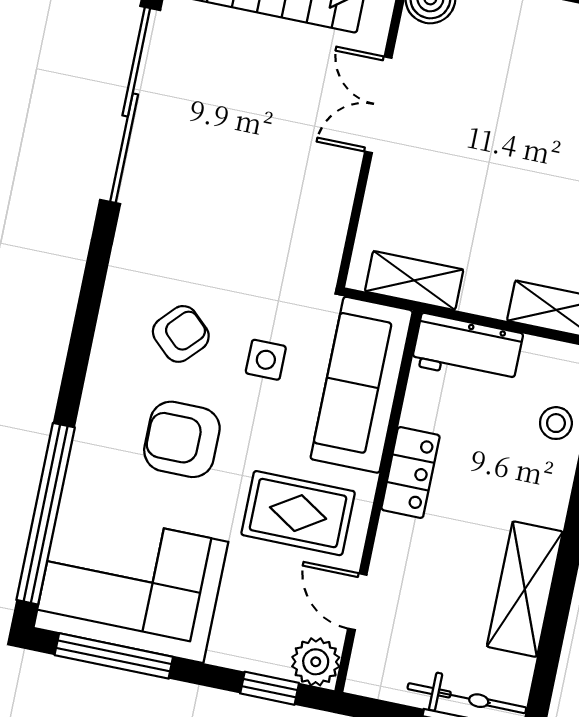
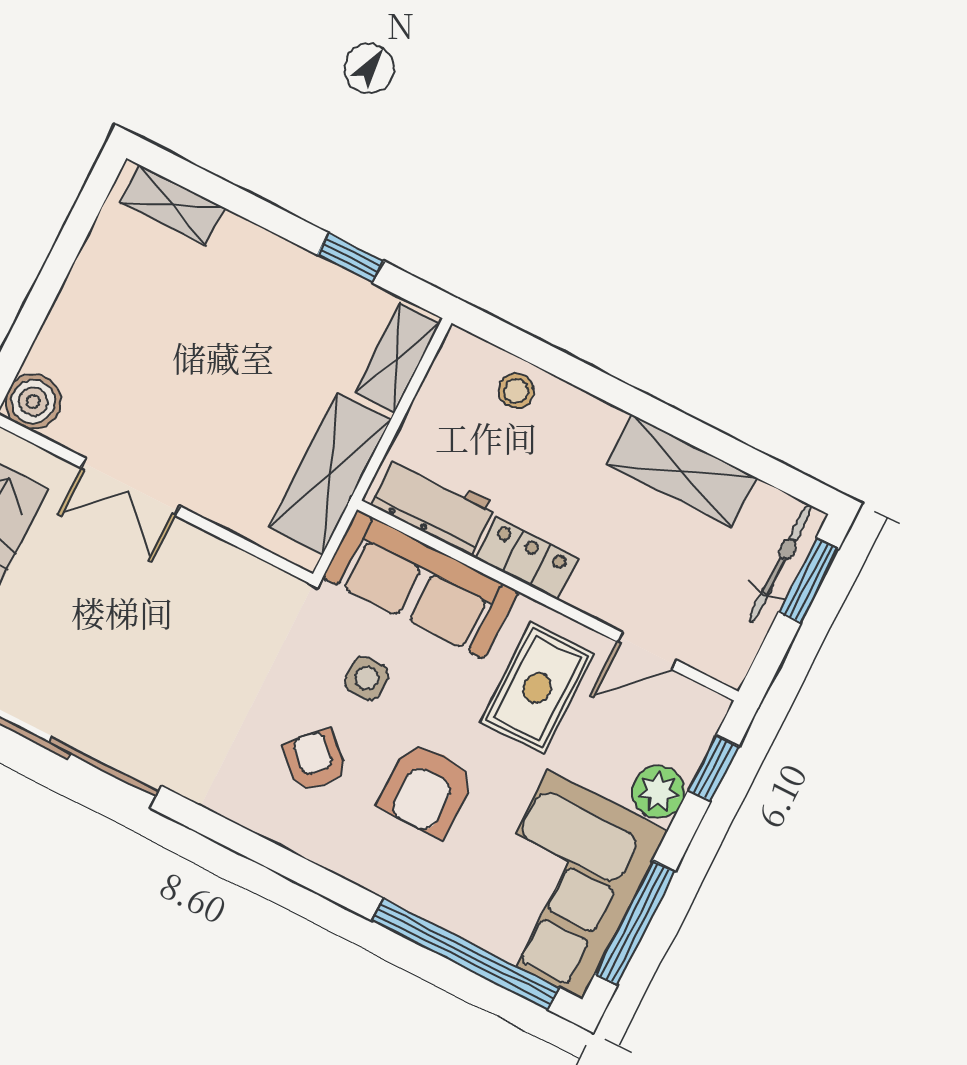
shelving: (414, 280) -> (330, 473), width x1.50, depth x1.33
workbench: (467, 349) -> (434, 505), moved, turned -90
plant: (316, 662) -> (658, 792), moved

